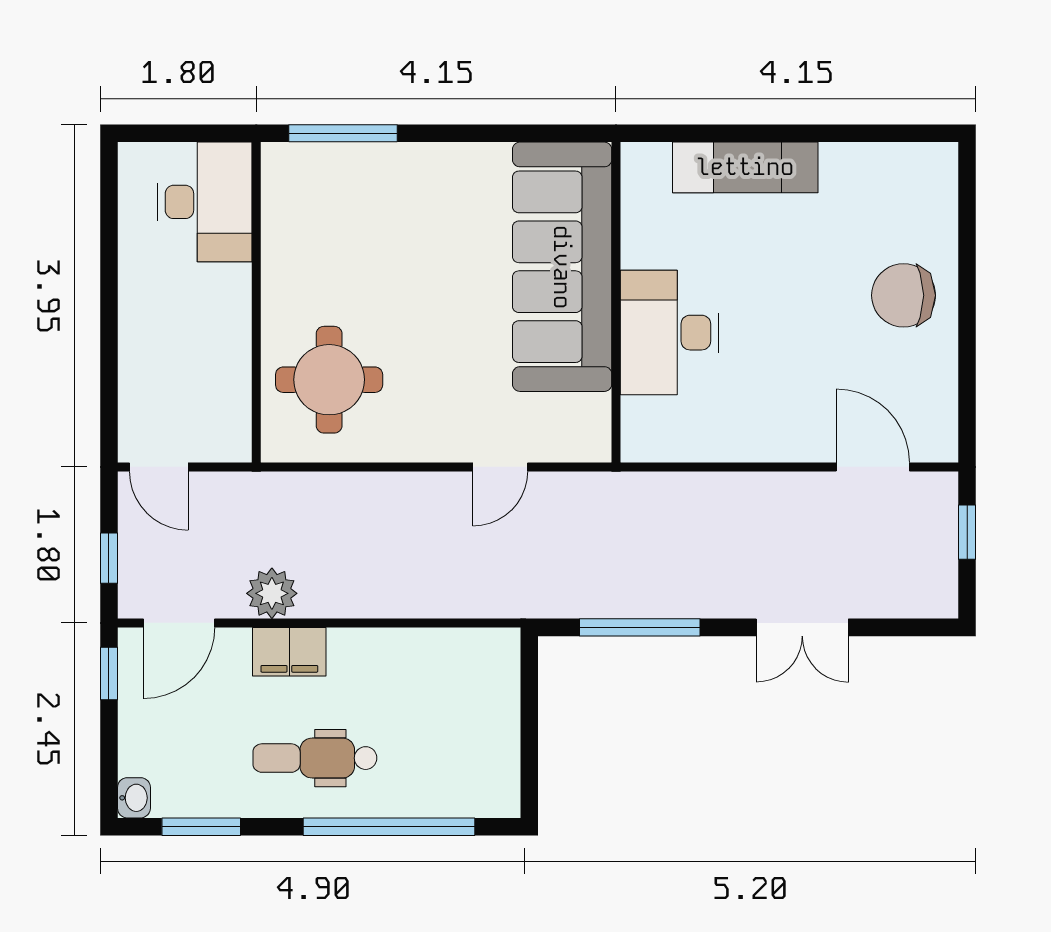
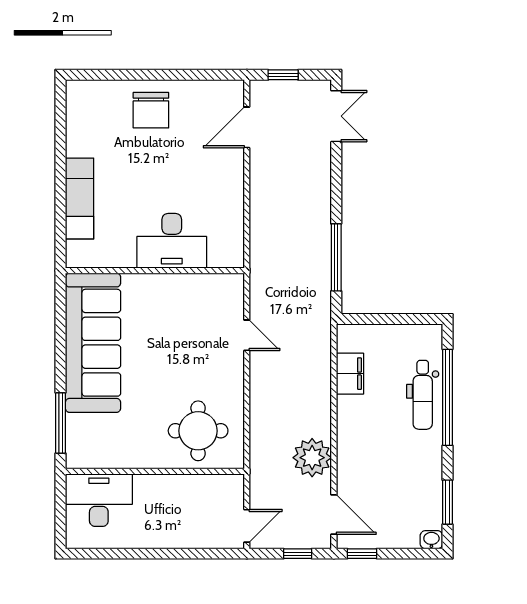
sofa: (562, 267) -> (93, 343), moved, turned -90
plant: (272, 593) -> (312, 458), width x1.36, depth x1.36
double door: (802, 627) -> (336, 116), moved
filing cabinet: (289, 652) -> (350, 374), moved
dental chair: (315, 758) -> (423, 395), moved

